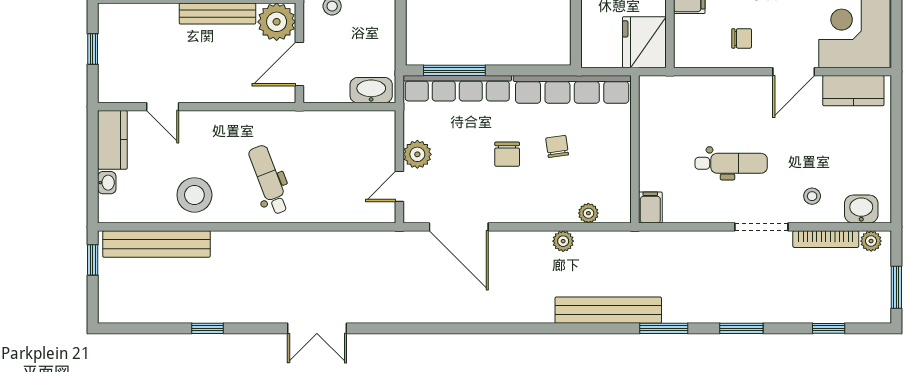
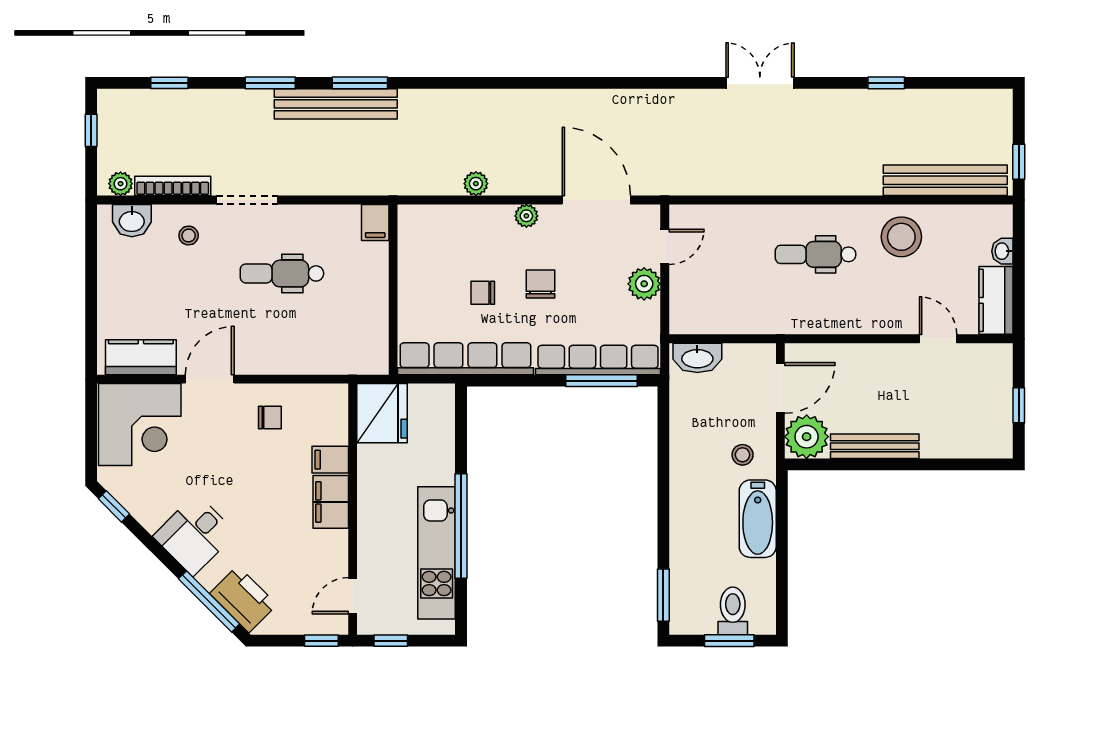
chair: (742, 38) -> (270, 417), turned 180
chair: (557, 147) -> (483, 293), turned 98
dental chair: (269, 180) -> (816, 254), turned 111
plant: (588, 213) -> (526, 216), moved
window: (896, 287) -> (91, 130), width x0.67
bench: (608, 310) -> (336, 104), moved

